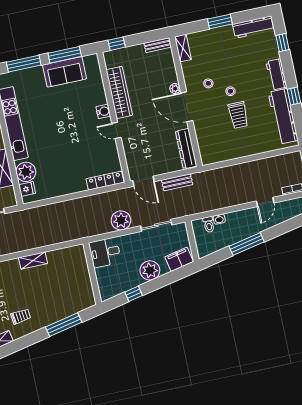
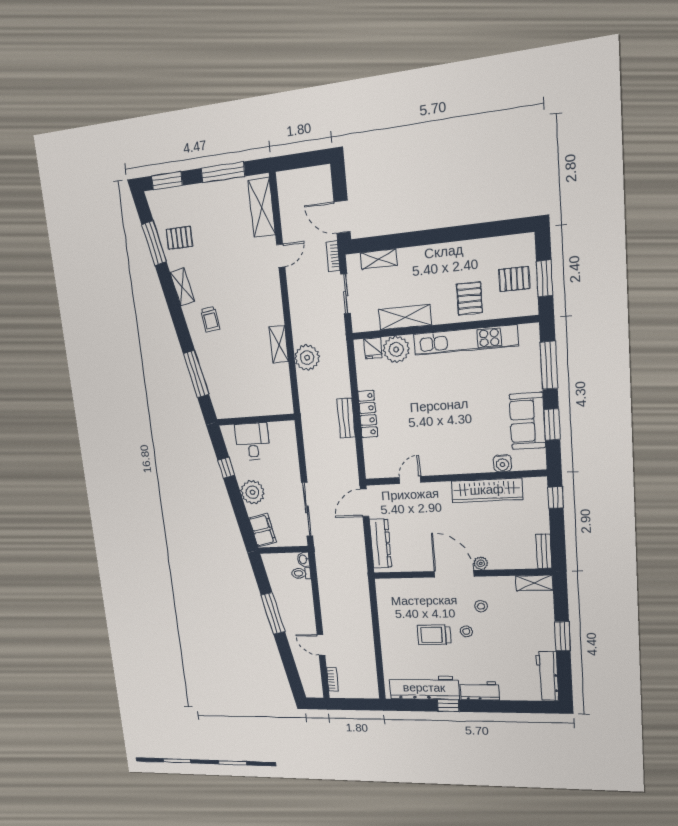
window: (282, 43) -> (520, 707), removed
window: (65, 55) -> (552, 425), width x0.69
door: (187, 107) -> (454, 574), hinge flipped
water cooler: (103, 111) -> (502, 463), moved
door: (116, 130) -> (410, 480), moved
dresser: (186, 149) -> (380, 543), moved, turned 90
locker: (105, 181) -> (368, 414), moved
bench: (177, 182) -> (346, 418), moved
washbasin: (219, 219) -> (303, 559), moved
plant: (121, 220) -> (307, 358), moved
sliding door: (156, 225) -> (307, 509), width x1.37
desk: (105, 252) -> (252, 441), moved

